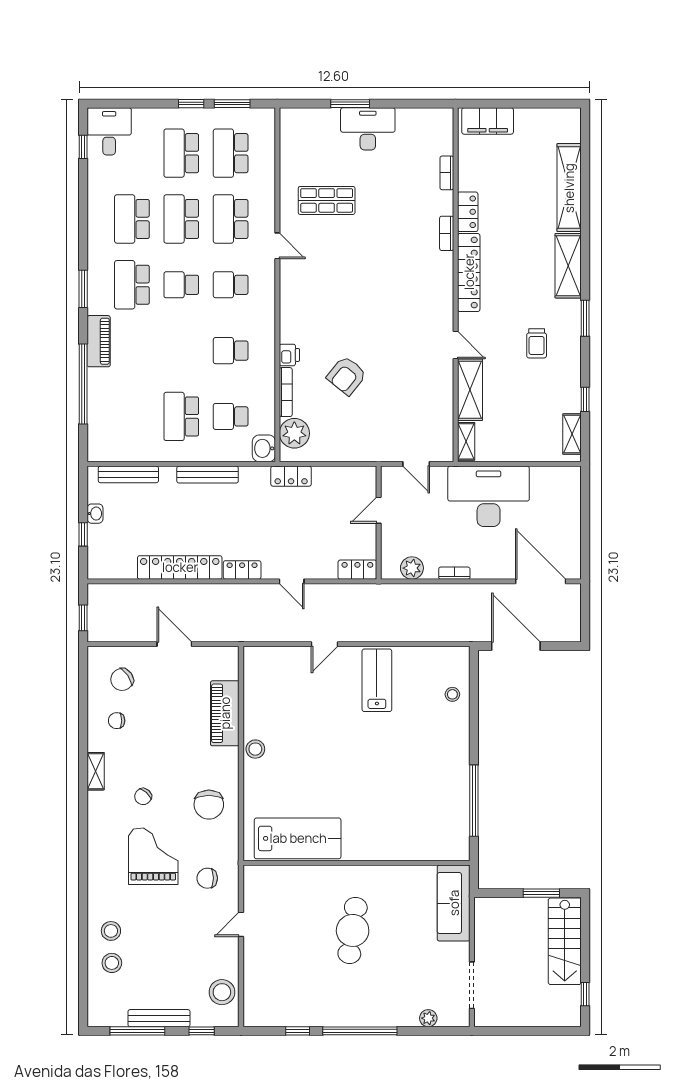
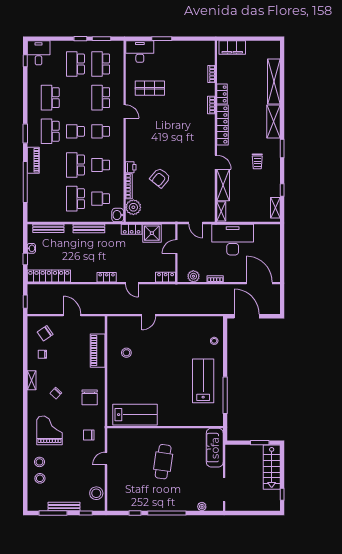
desk: (368, 129) -> (140, 52), moved
school desk: (181, 219) -> (75, 165), moved
shower: (331, 484) -> (152, 233), added
locker: (180, 567) -> (49, 276), moved
lab bench: (377, 680) -> (203, 381), moved, width x1.36, depth x1.39
stool: (255, 749) -> (126, 353), moved
grand piano: (153, 856) -> (49, 430), moved

